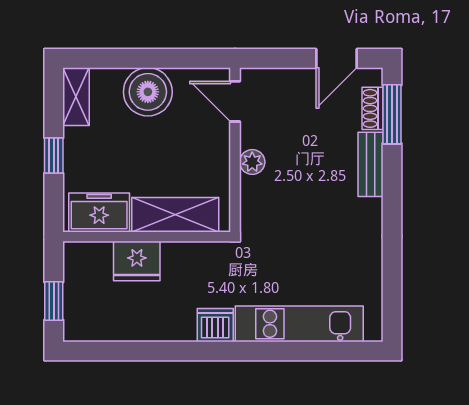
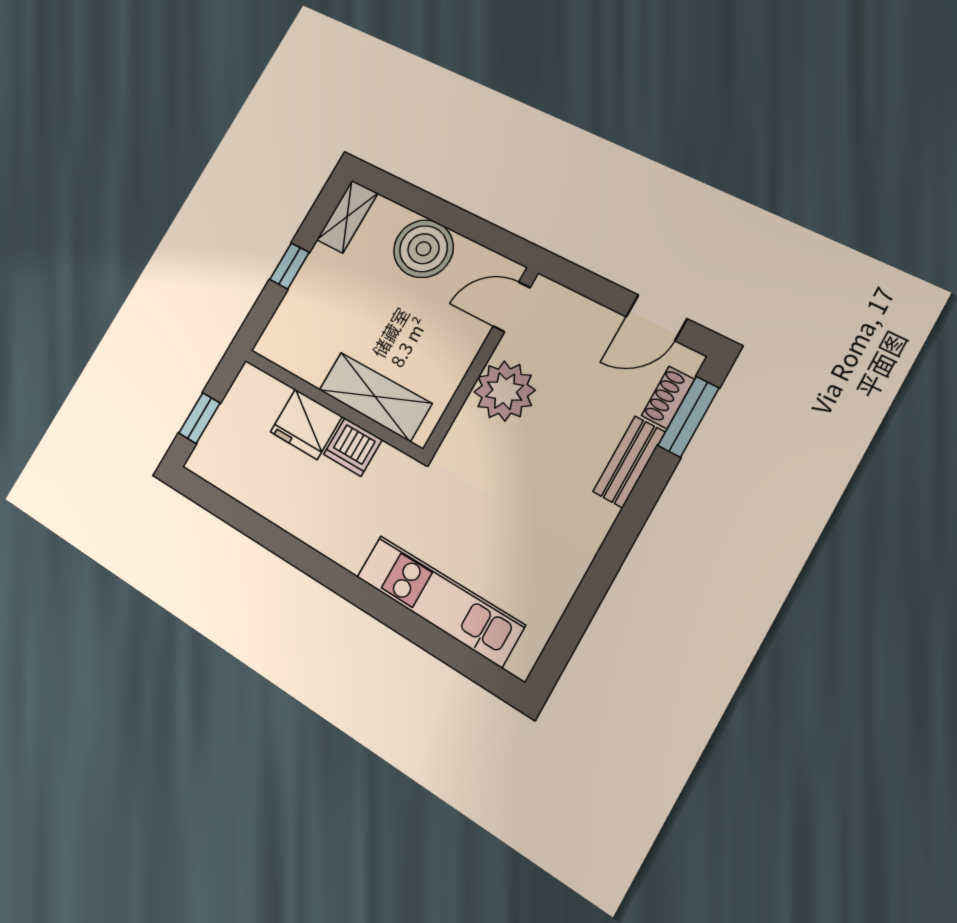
door: (235, 101) -> (512, 307), hinge flipped
plant: (252, 162) -> (505, 391), width x1.87, depth x1.87
freezer: (99, 212) -> (299, 350), removed
dishwasher: (215, 325) -> (353, 447), moved, turned 180

